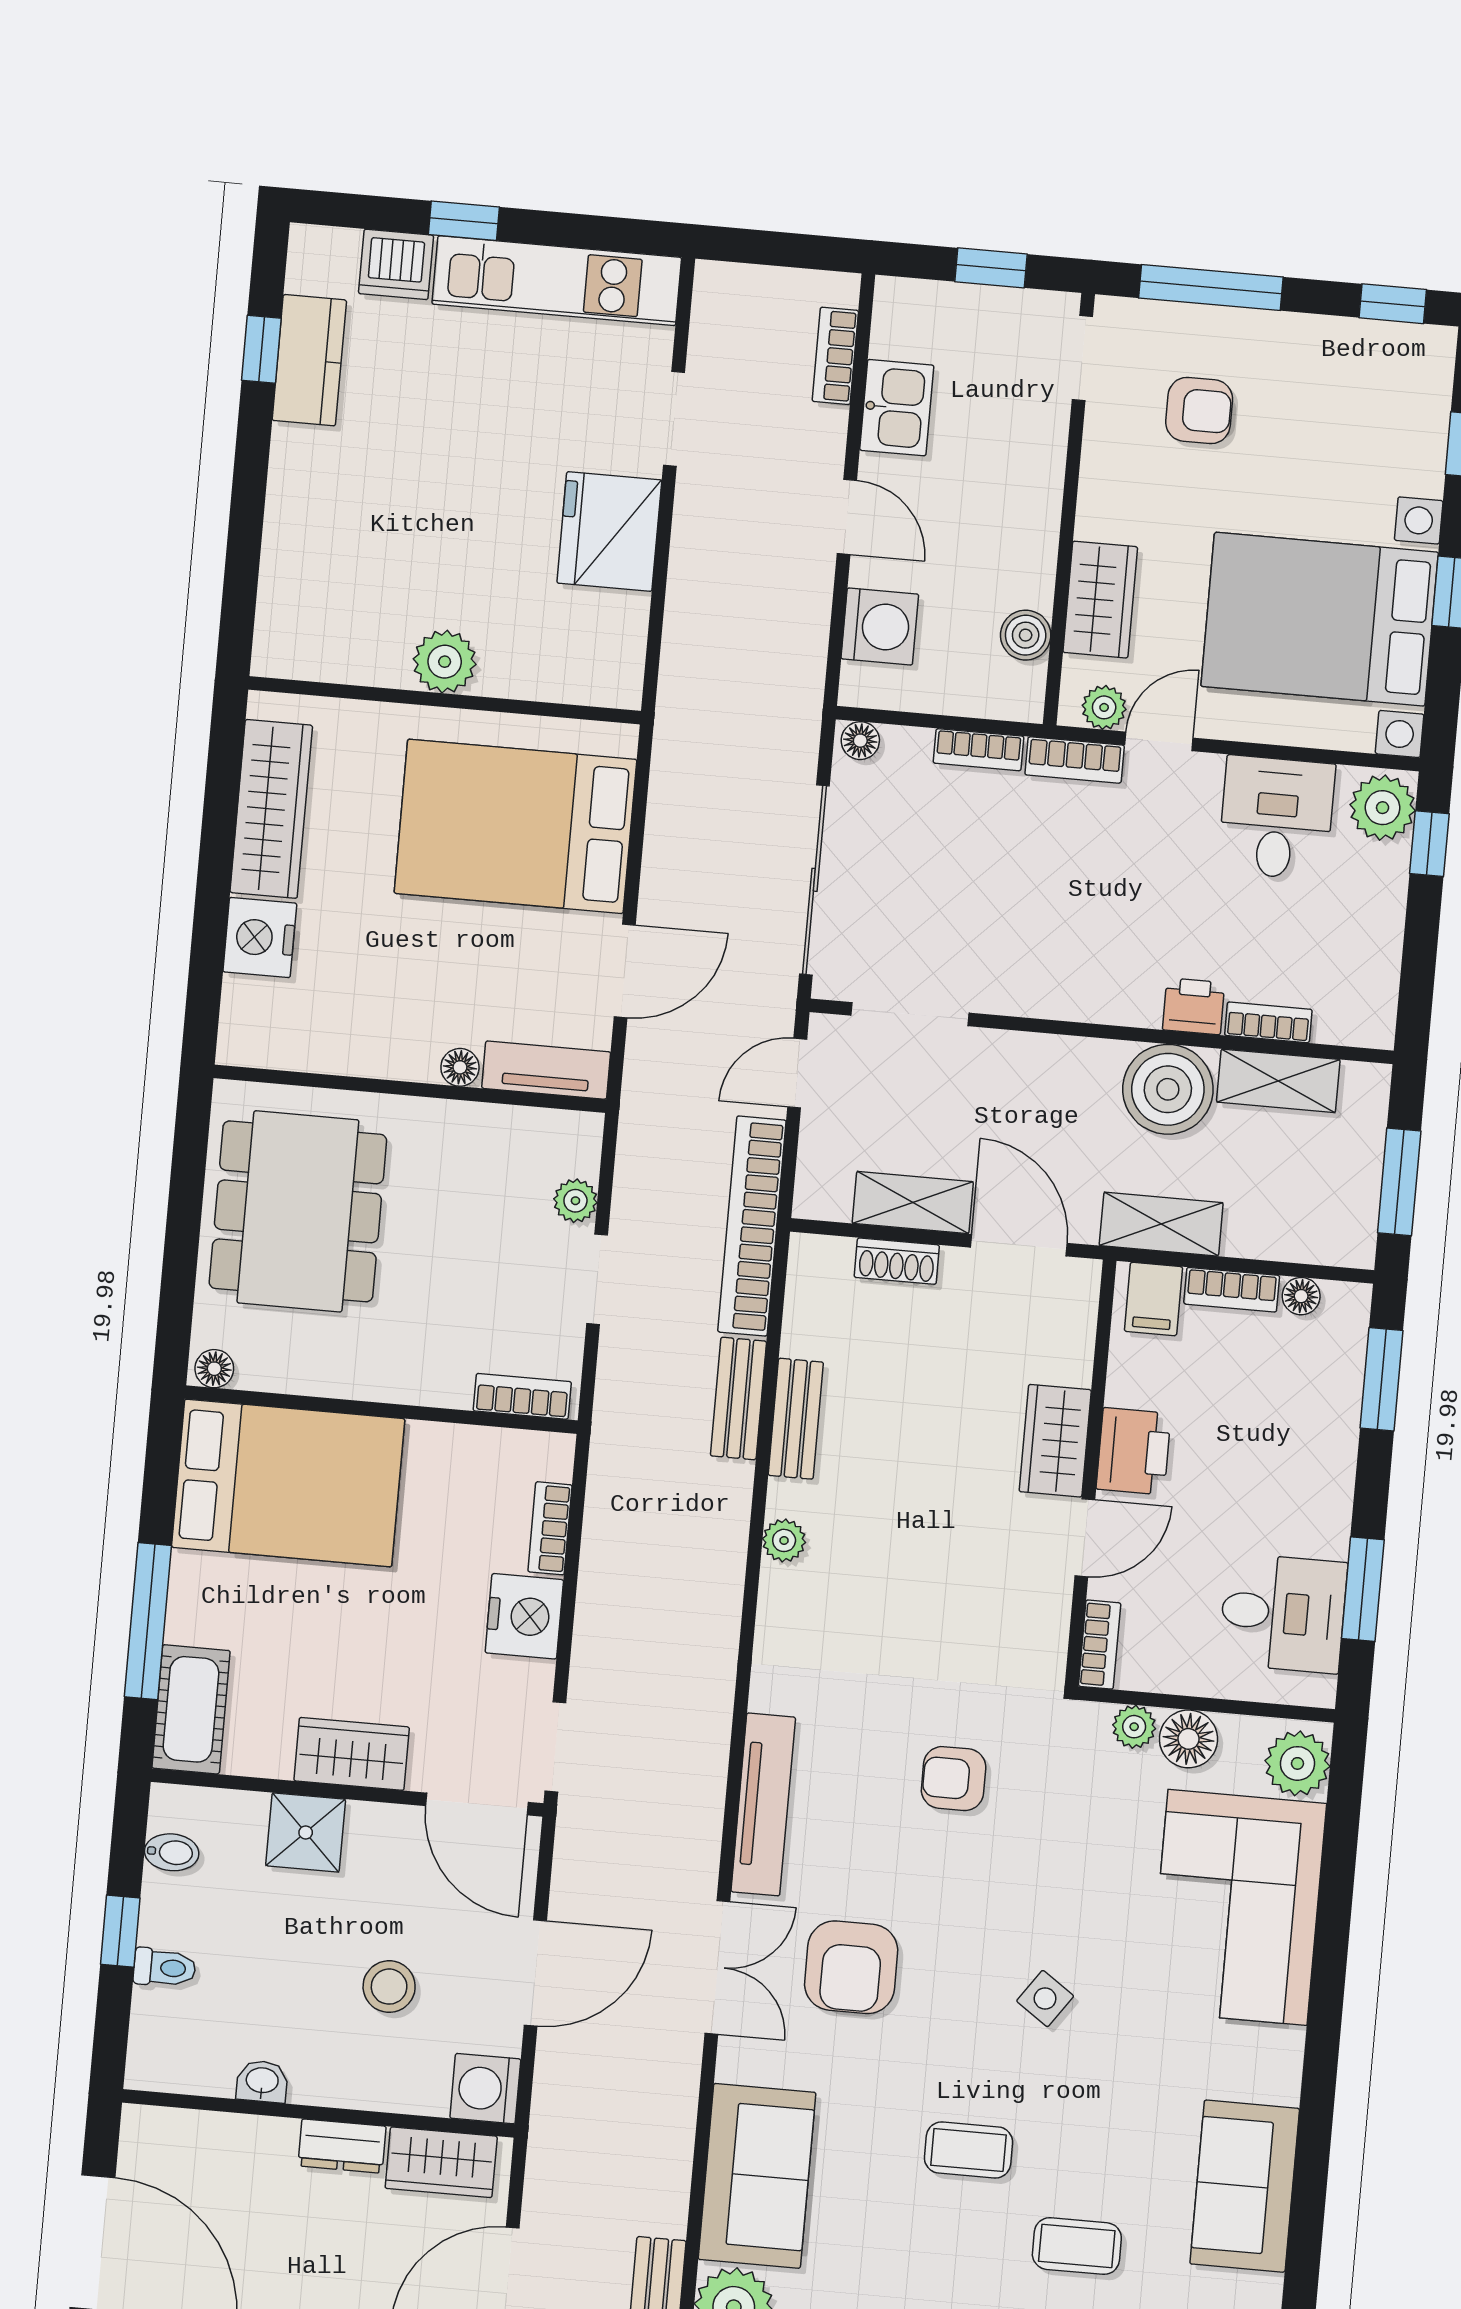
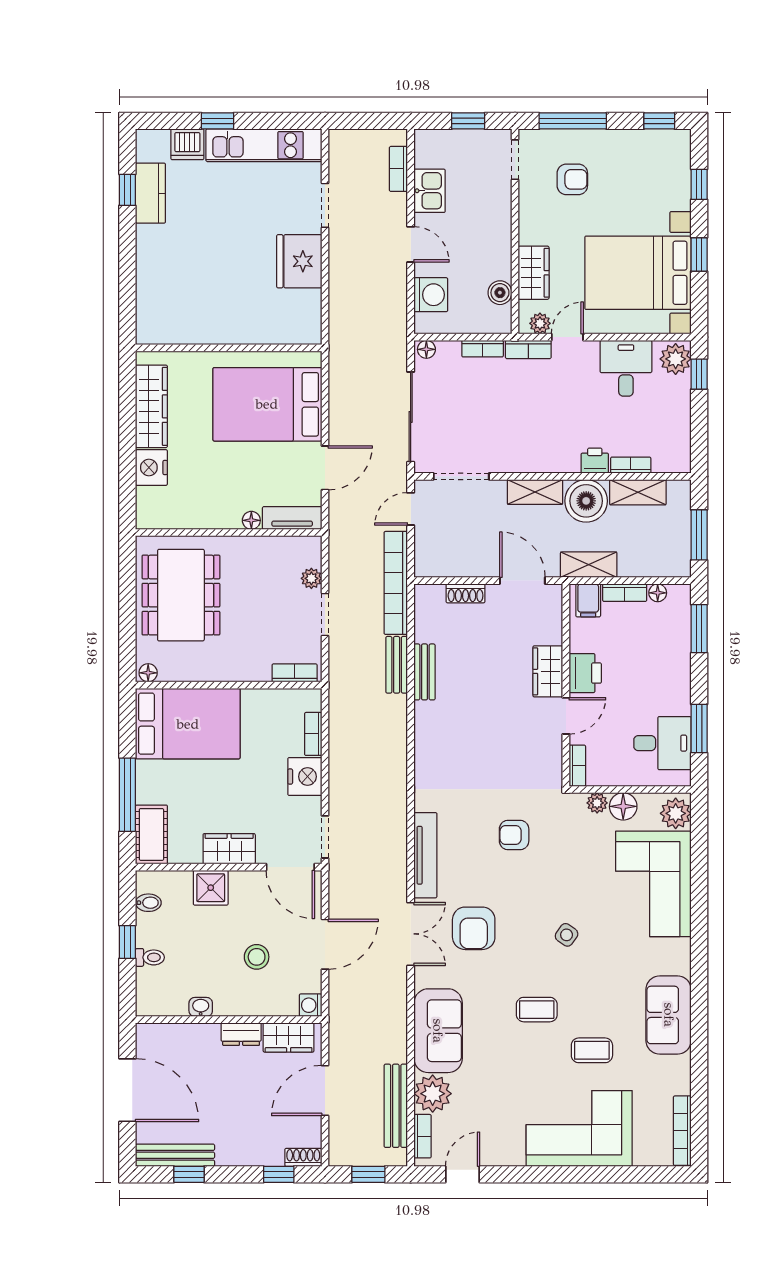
plant: (445, 662) -> (227, 330), removed
shelving: (913, 1203) -> (535, 492), moved
plant: (784, 1540) -> (424, 730), removed
washing machine: (485, 2089) -> (311, 1005), width x0.73, depth x0.73

